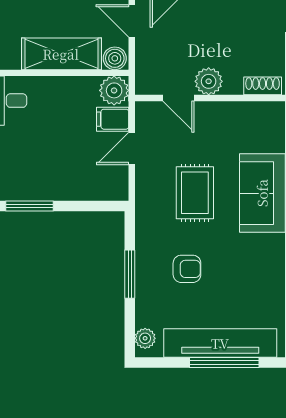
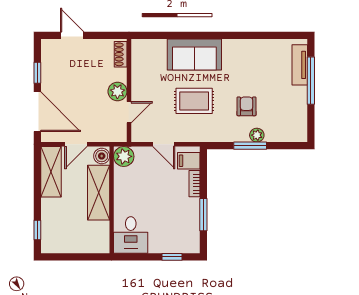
filing cabinet: (113, 119) -> (189, 161), moved, turned 90
bookcase: (75, 193) -> (195, 184), added
plant: (145, 338) -> (257, 135), moved
tv unit: (220, 343) -> (300, 65), width x0.52, depth x0.78

